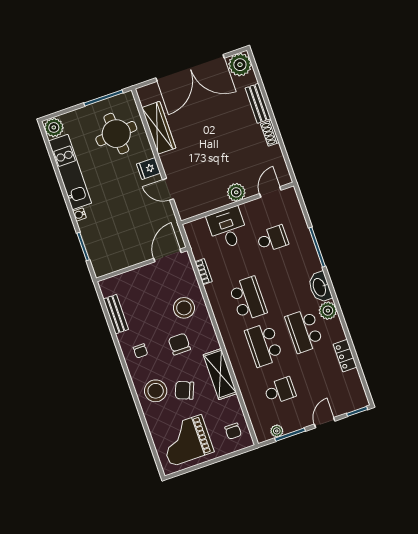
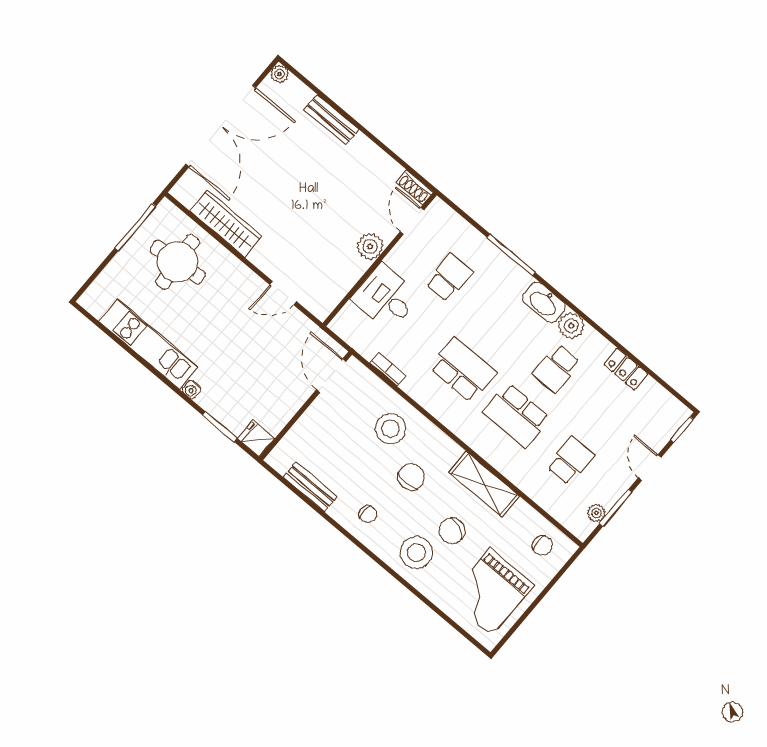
plant: (240, 65) -> (280, 74), width x0.53, depth x0.53
plant: (54, 127) -> (95, 300), removed
shoe rack: (270, 133) -> (415, 187), moved
fridge: (149, 169) -> (256, 438), moved, turned 90
school desk: (304, 331) -> (557, 368), width x0.54
chair: (179, 344) -> (411, 477), turned 90

